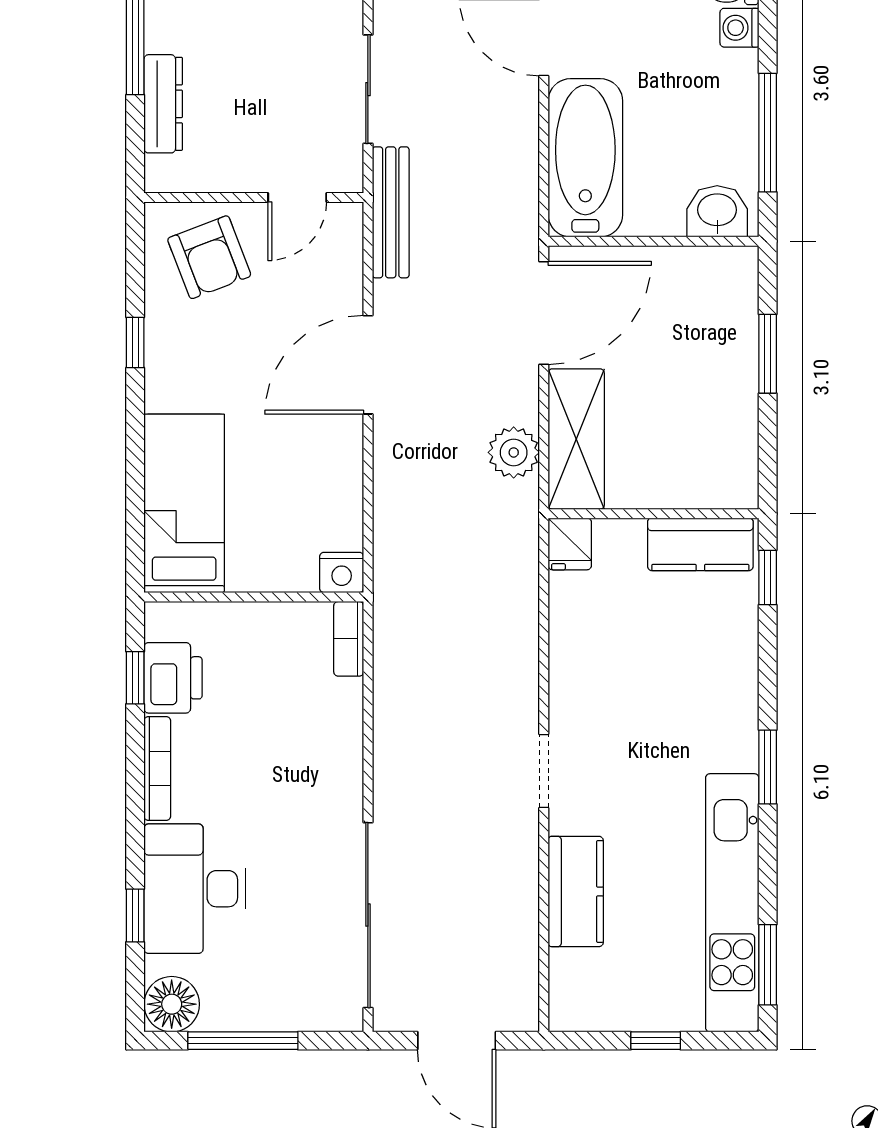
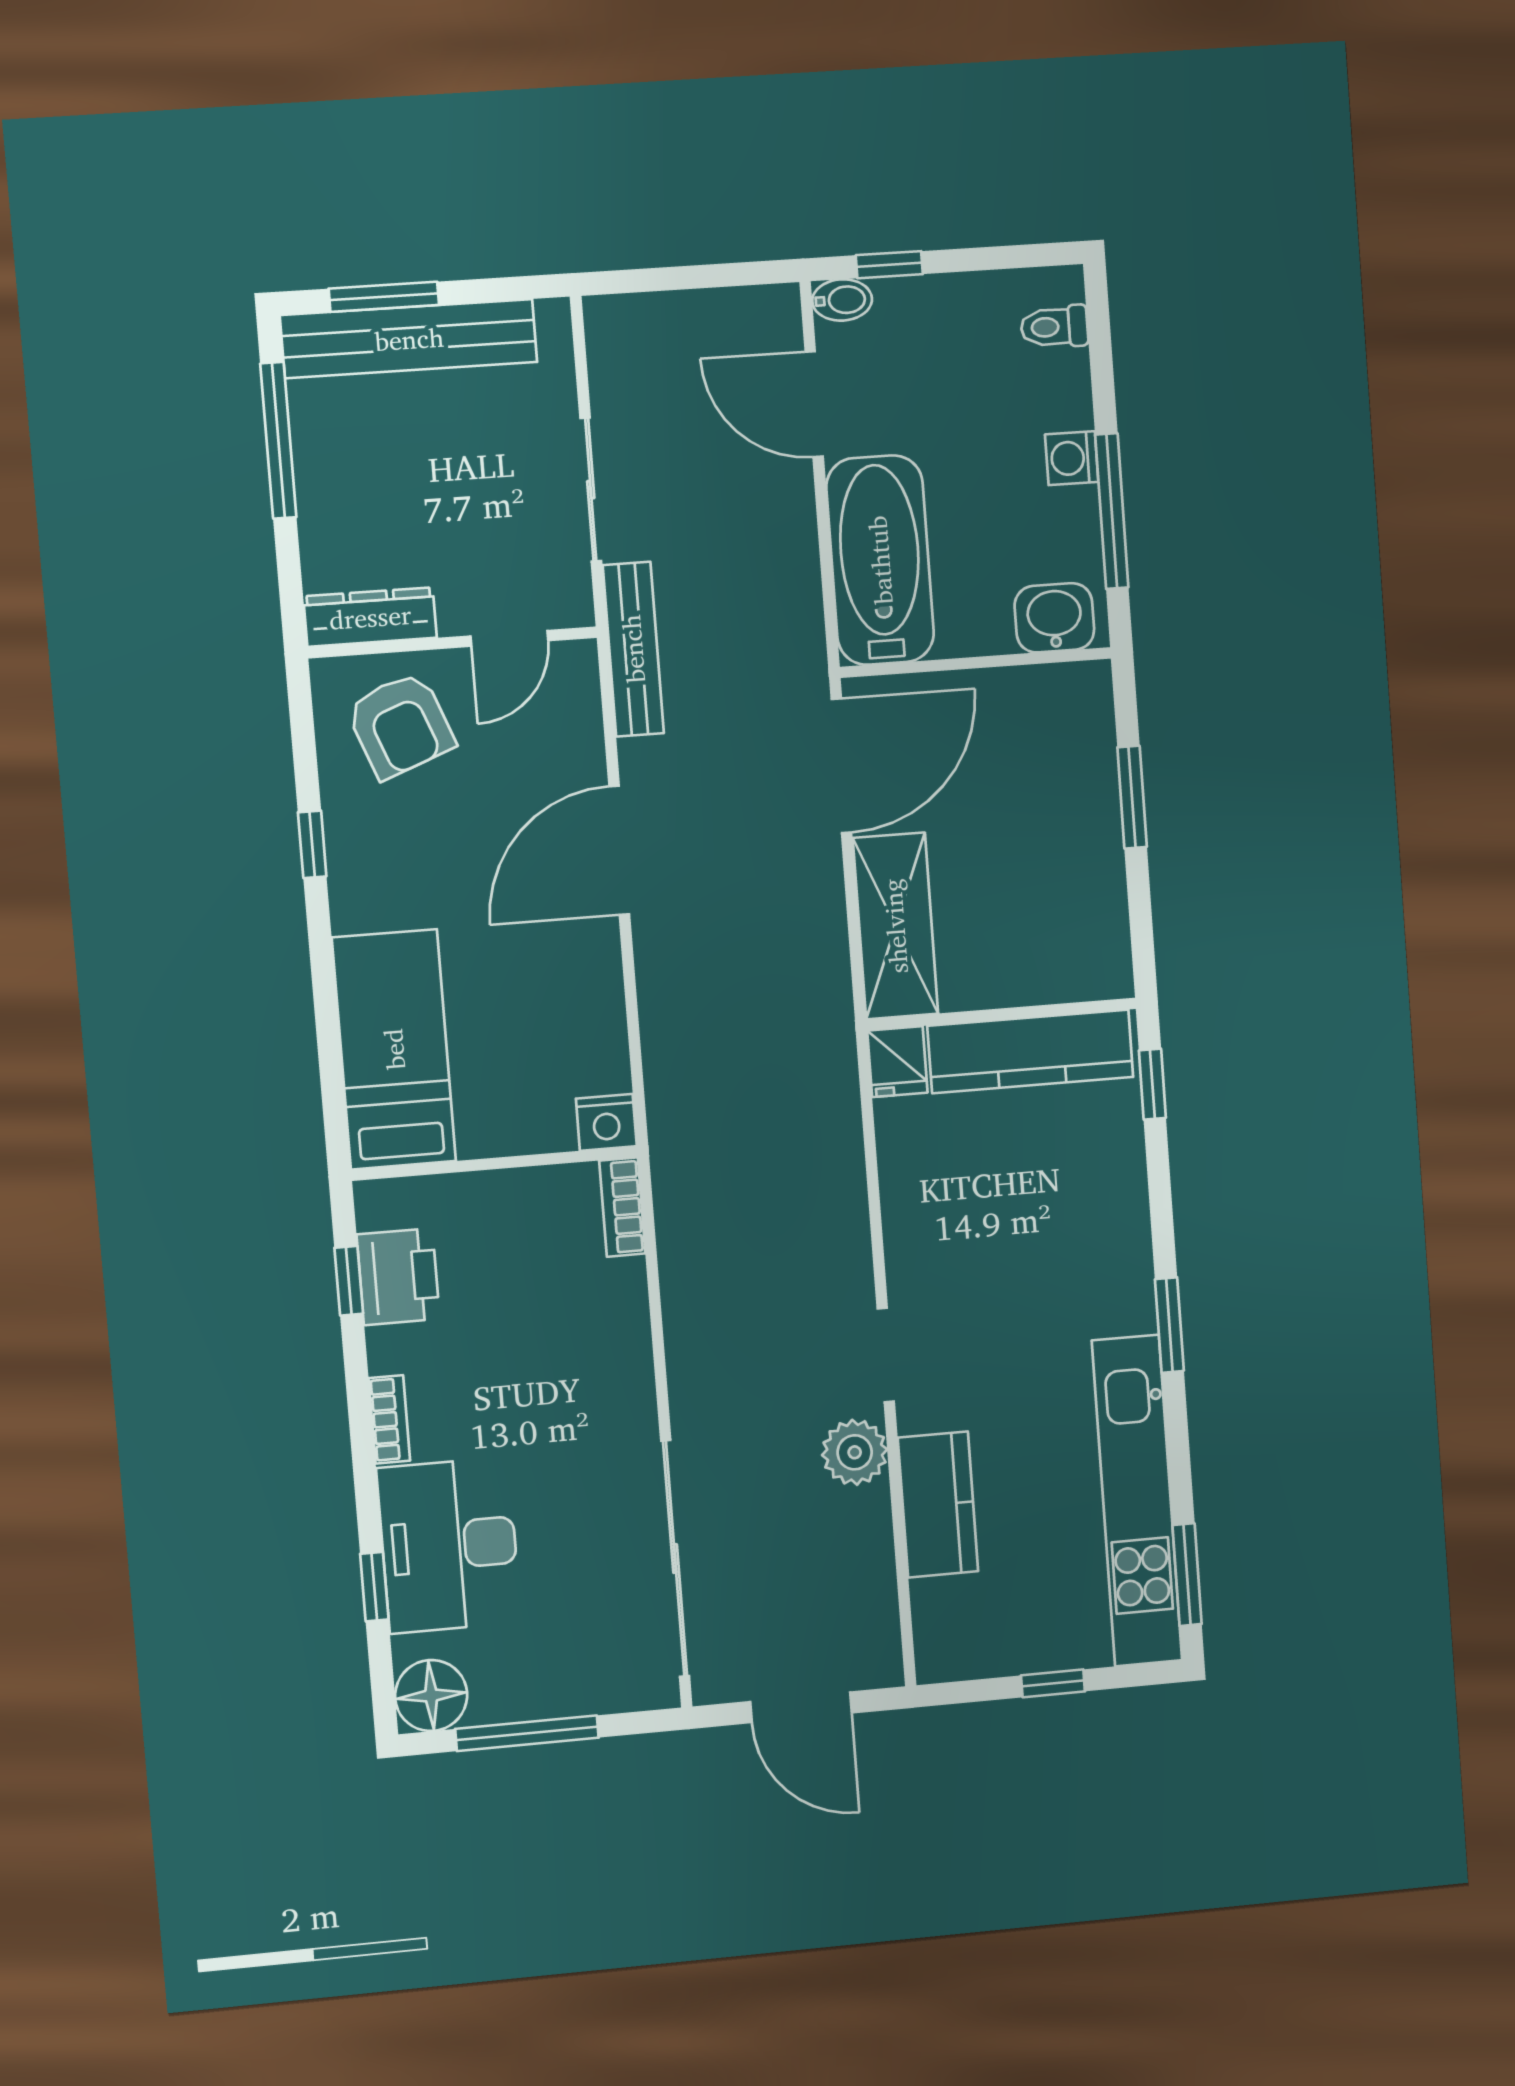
washing machine: (739, 28) -> (1072, 458), moved
dresser: (163, 104) -> (370, 617), moved, turned -90
plant: (514, 452) -> (855, 1452), moved
kitchen counter: (700, 544) -> (1030, 1051), width x1.50
bookcase: (157, 768) -> (389, 1419), width x0.64

